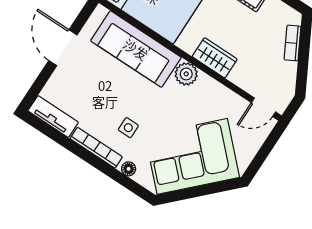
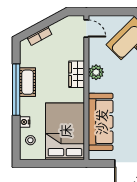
plant: (186, 74) -> (96, 72), moved

